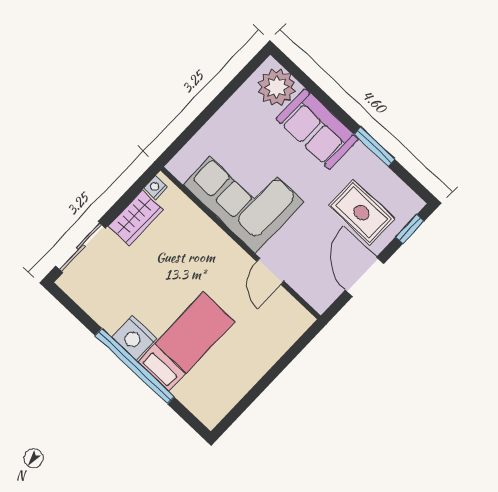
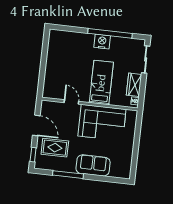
plant: (277, 87) -> (119, 169), removed
window: (374, 147) -> (68, 175), width x1.44
bed: (186, 342) -> (101, 83), moved, turned 180
window: (135, 366) -> (110, 33), moved

